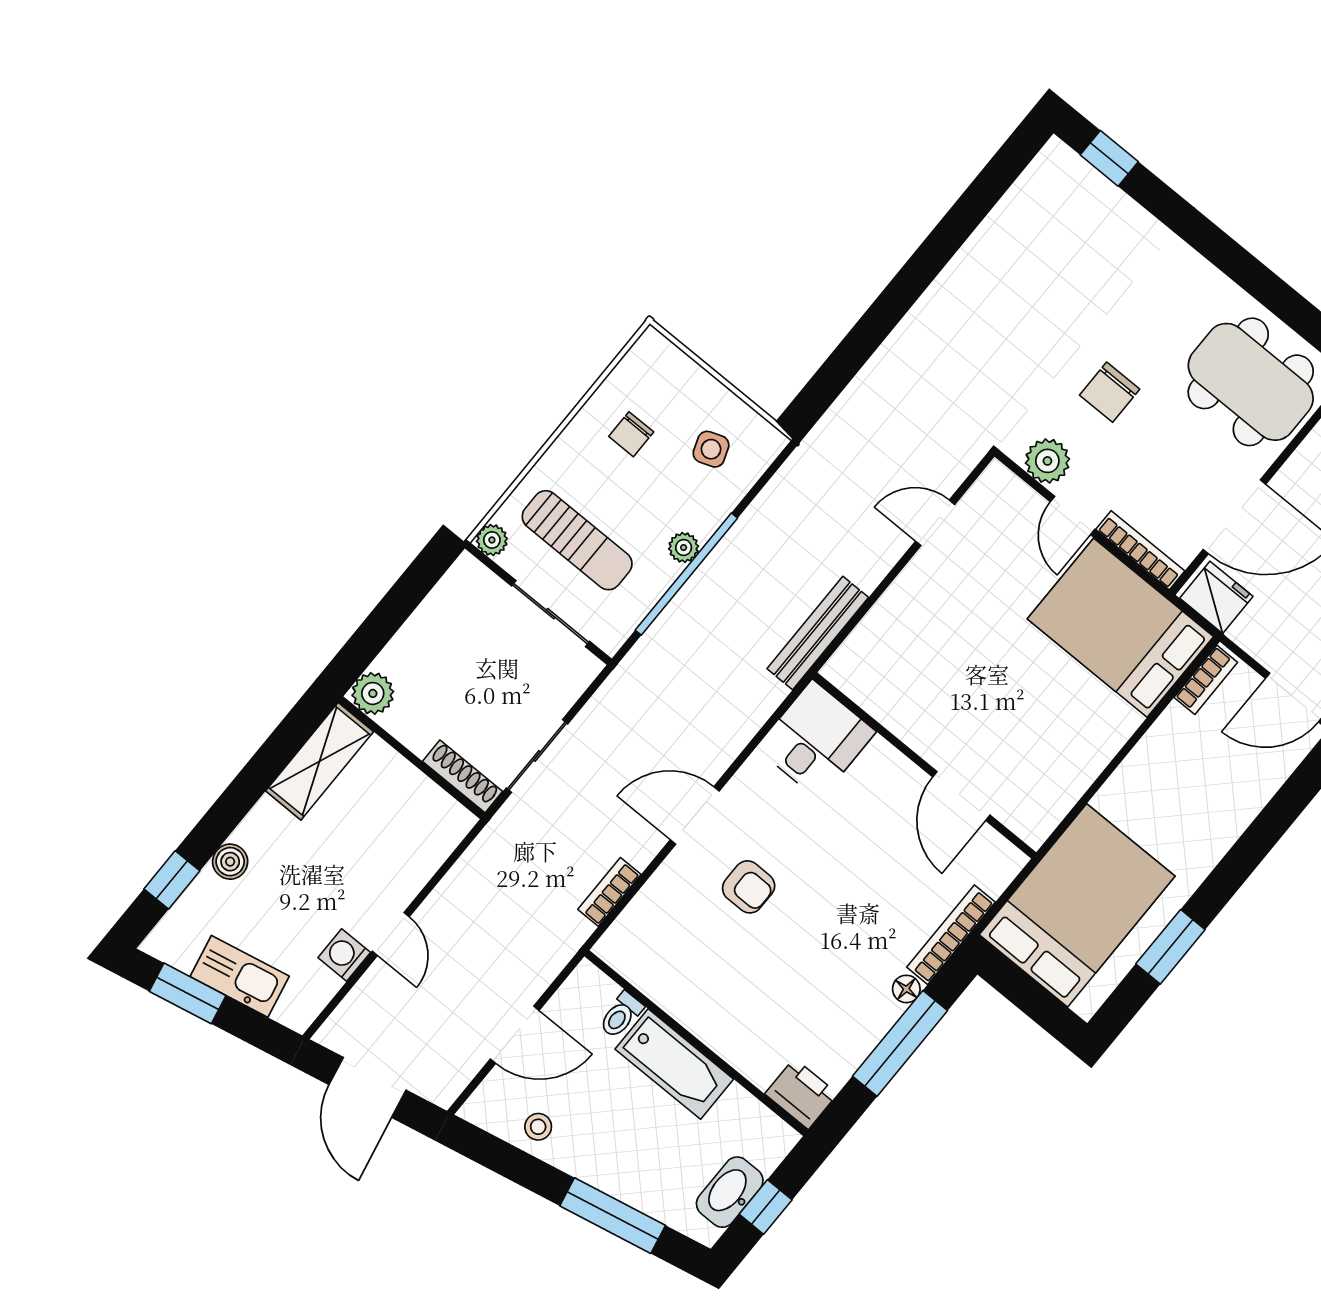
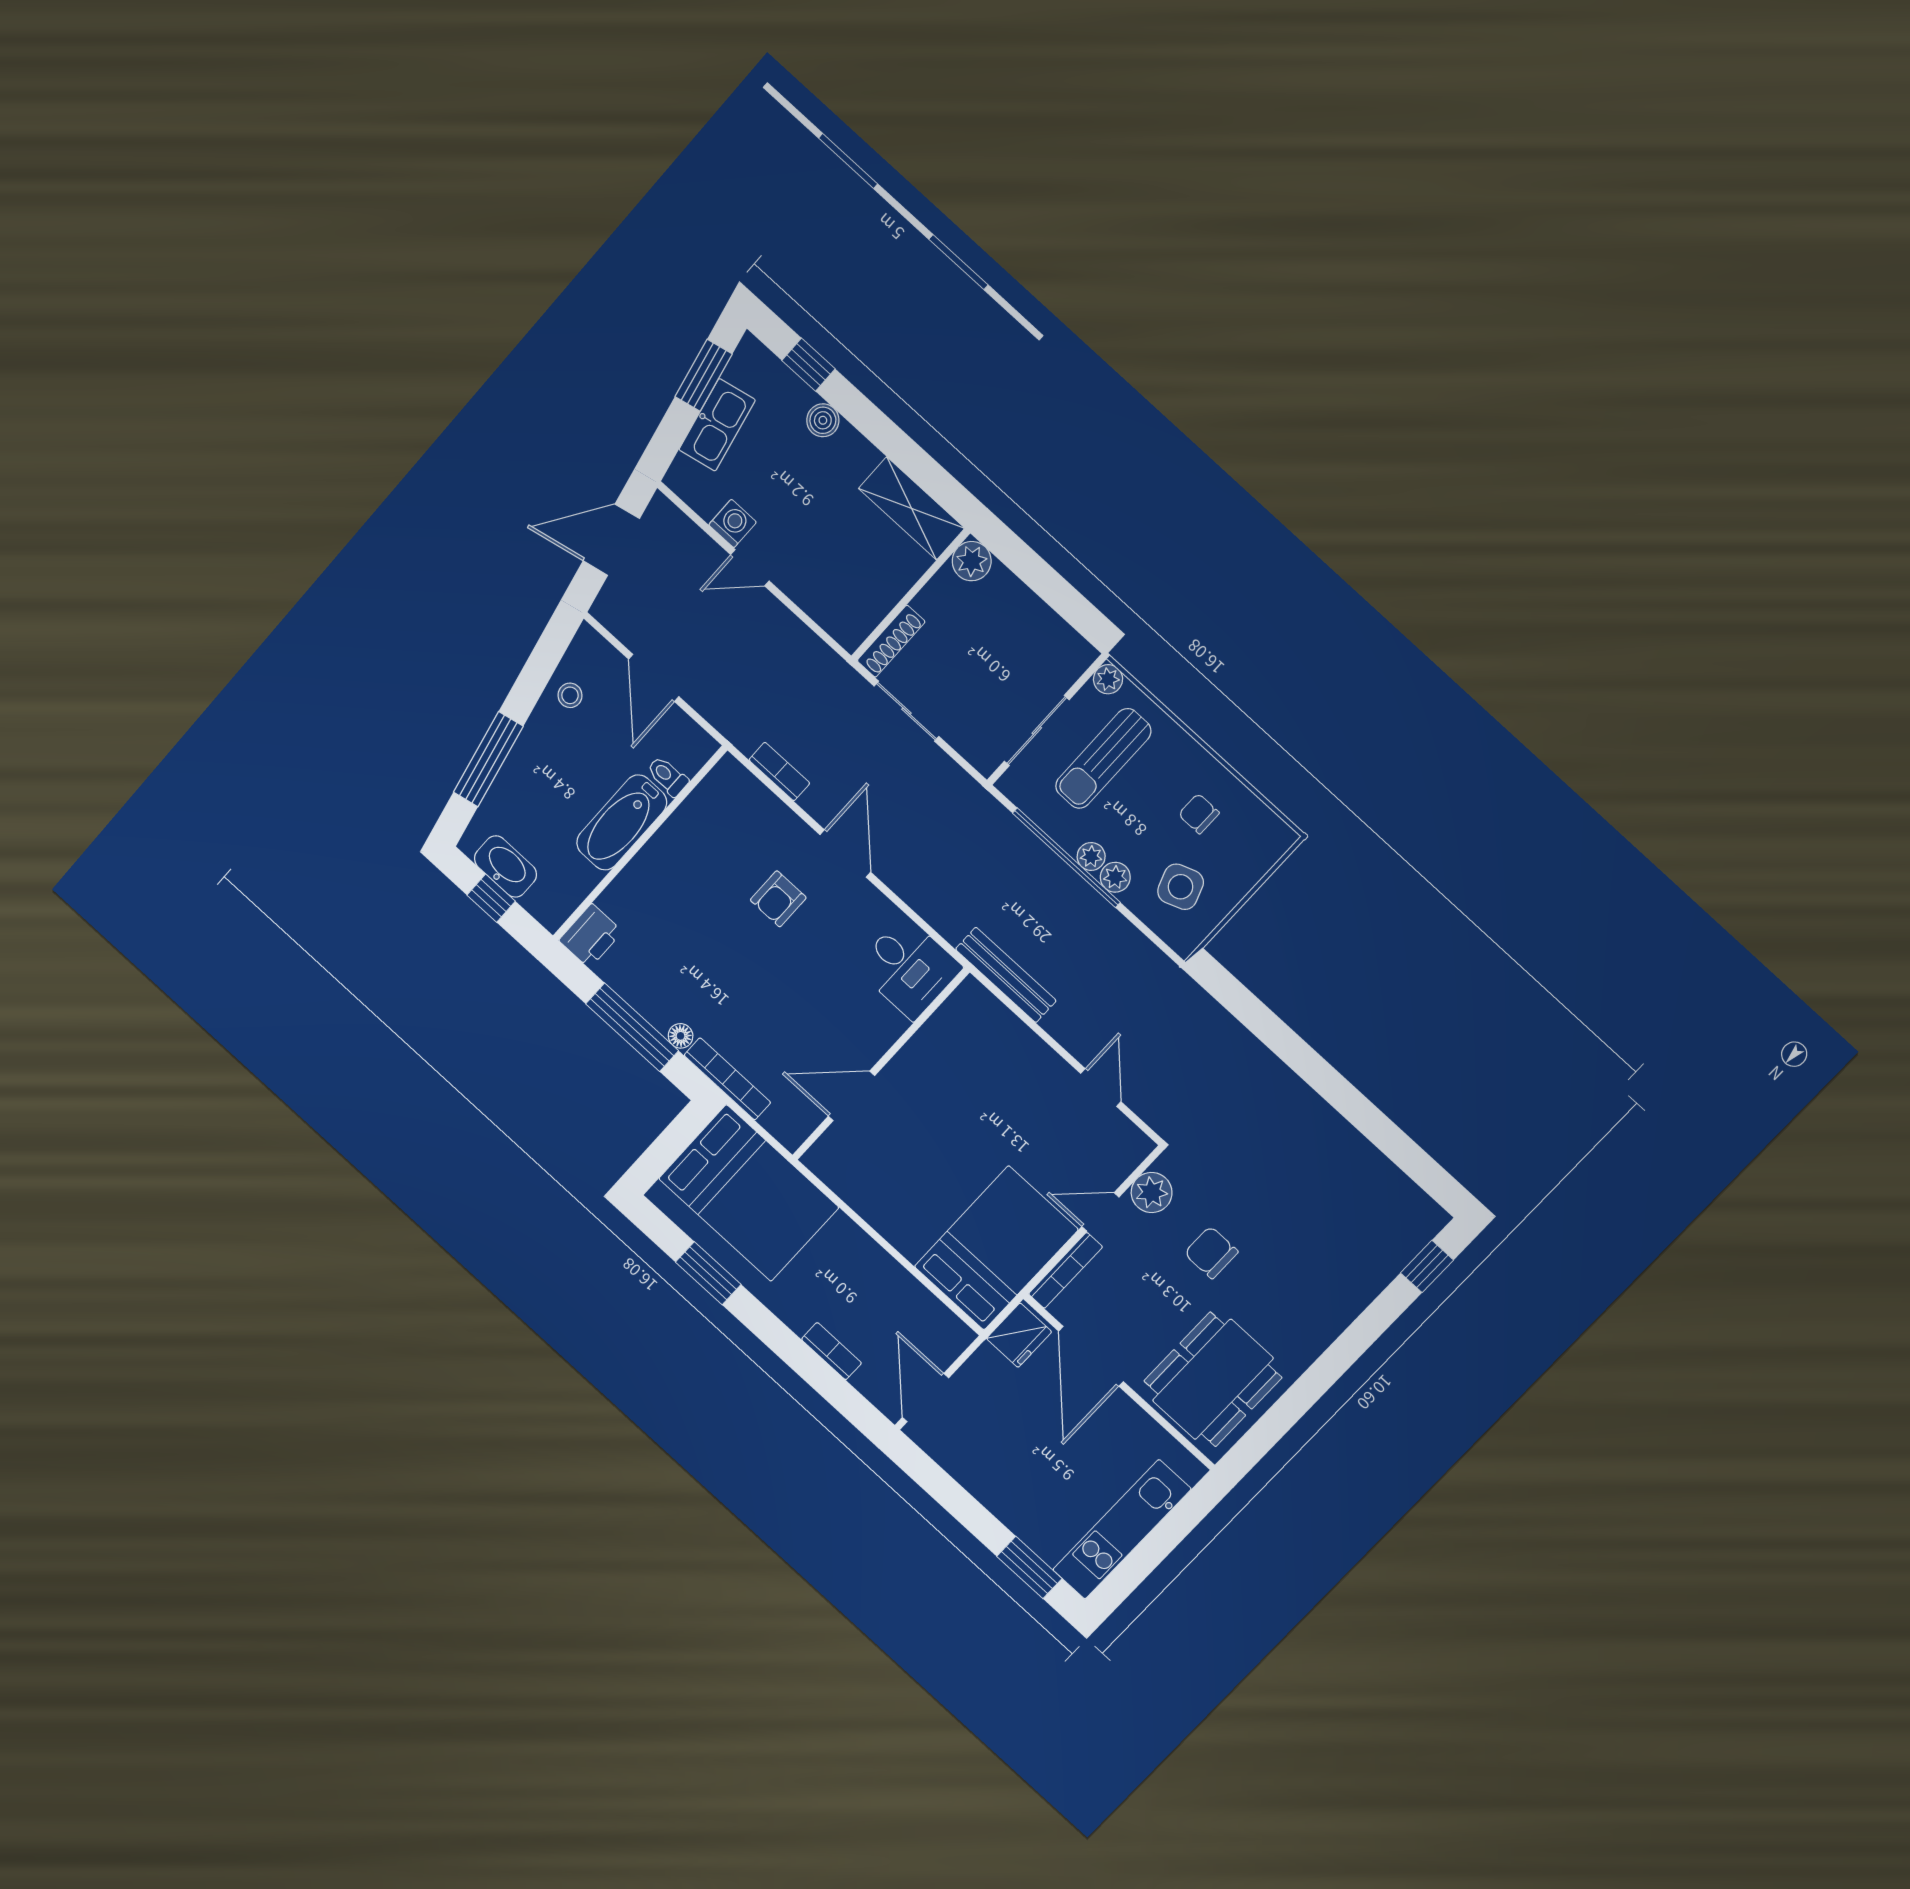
side table: (711, 449) -> (1181, 887), width x1.37, depth x1.37
plant: (705, 520) -> (1115, 877), added
bookcase: (1206, 680) -> (831, 1351), moved, turned 180

